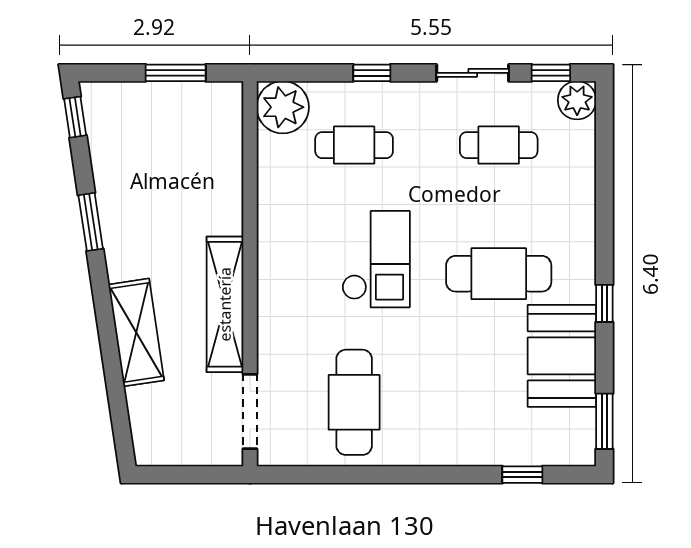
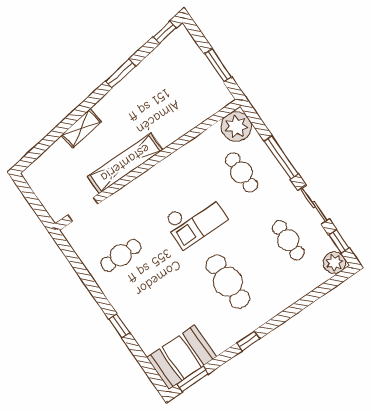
window: (372, 73) -> (281, 157), width x2.17
shelving: (136, 332) -> (81, 128), width x0.67, depth x0.75
booth: (562, 356) -> (182, 357), moved
cafe table: (354, 402) -> (121, 255), width x0.73, depth x0.74
doorway: (250, 411) -> (83, 209), width x0.73
window: (522, 475) -> (119, 326), moved

